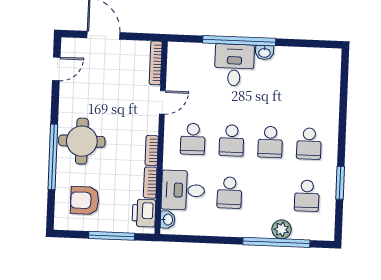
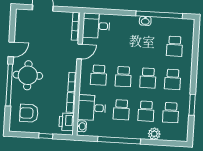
window: (239, 41) -> (159, 15), moved
desk: (234, 65) -> (96, 26), moved, turned -90
door: (56, 69) -> (11, 49), moved
school desk: (311, 91) -> (175, 46), added
school desk: (268, 194) -> (146, 111), added
window: (112, 236) -> (46, 136), width x0.46
window: (276, 242) -> (119, 140), moved

